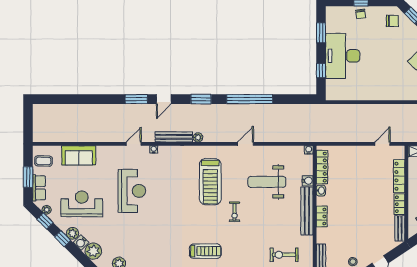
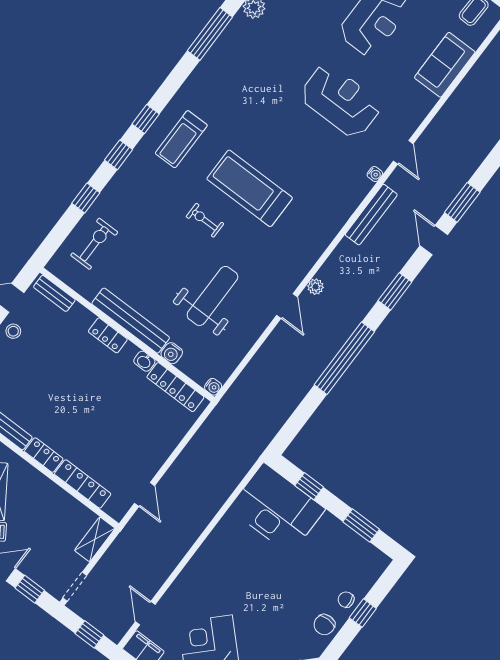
chair: (392, 21) -> (324, 625), moved
desk: (343, 56) -> (277, 509), moved
plant: (198, 137) -> (316, 287), moved
treadmill: (210, 182) -> (250, 188), moved
reception desk: (132, 191) -> (341, 101), turned 180

